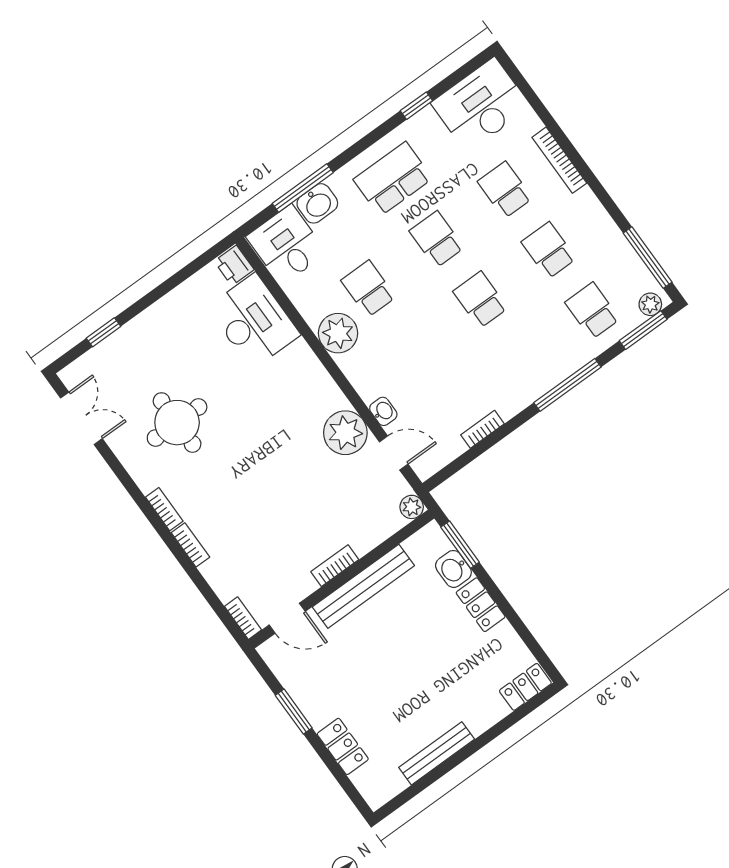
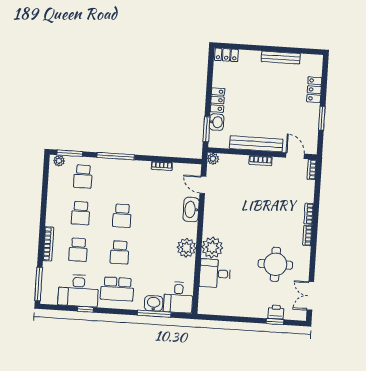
desk: (481, 105) -> (78, 291), moved
window: (648, 258) -> (39, 284), moved
printer: (234, 265) -> (276, 312), moved, turned -90
school desk: (368, 289) -> (161, 255), removed
desk: (254, 321) -> (215, 274), width x0.73
washbasin: (383, 411) -> (191, 210), width x1.91, depth x1.45
plant: (345, 433) -> (212, 247), moved

